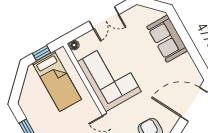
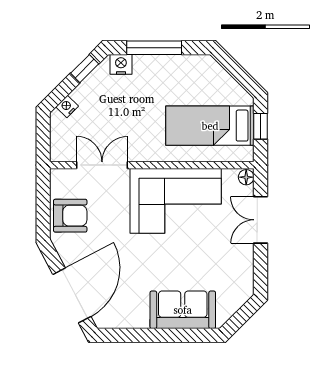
double door: (104, 18) -> (260, 220), moved

